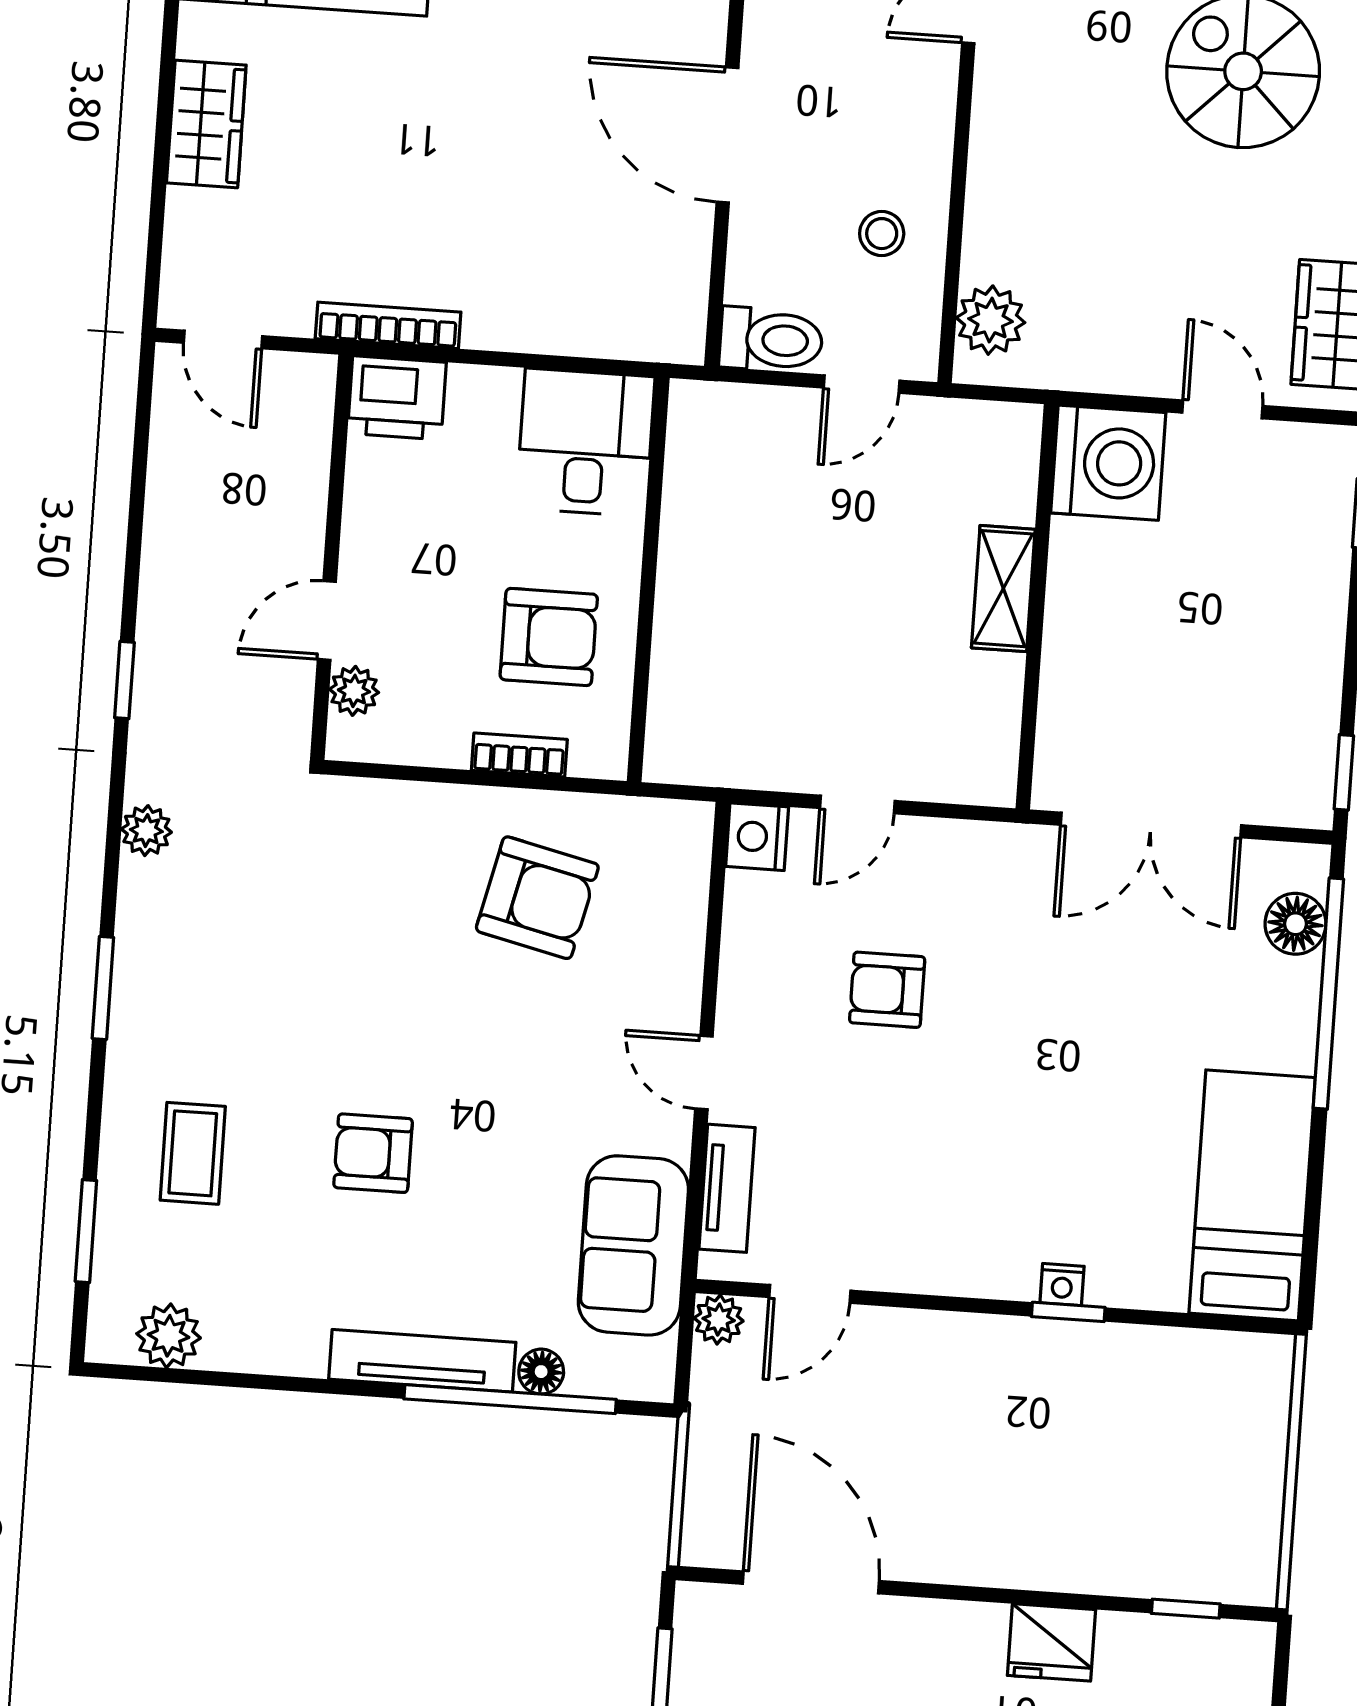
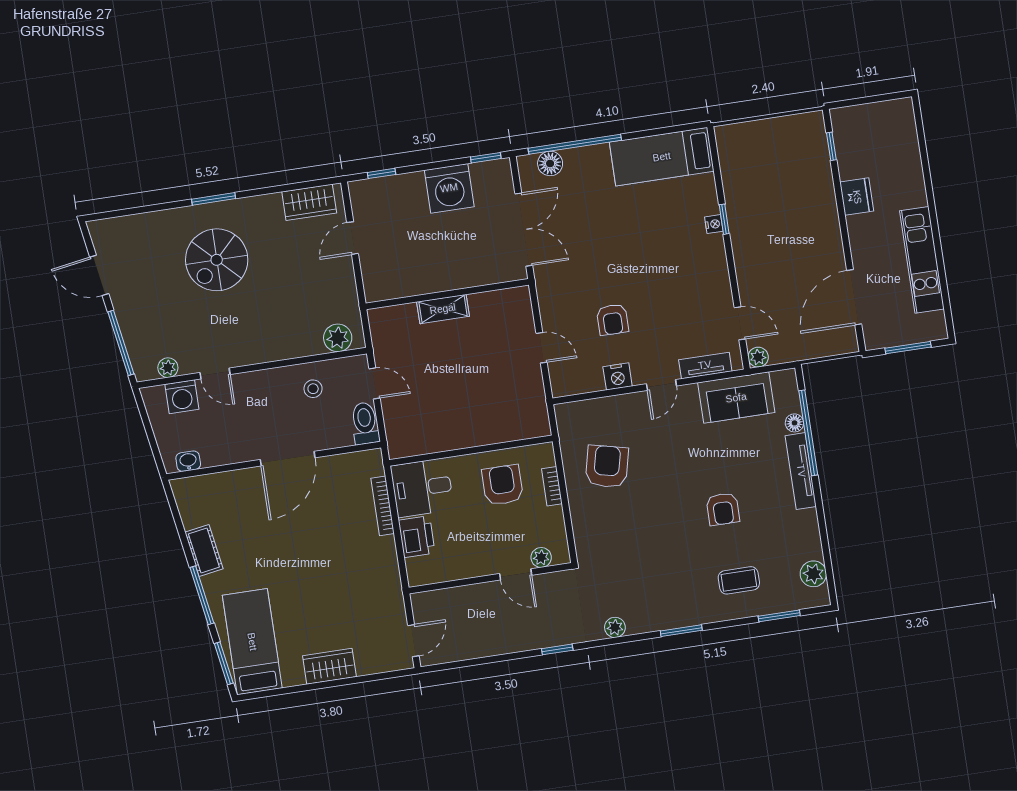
bookcase: (388, 325) -> (383, 506), moved
printer: (397, 398) -> (417, 537), moved
washing machine: (1108, 463) -> (449, 188), moved, turned 180
nightstand: (757, 837) -> (618, 376), moved

